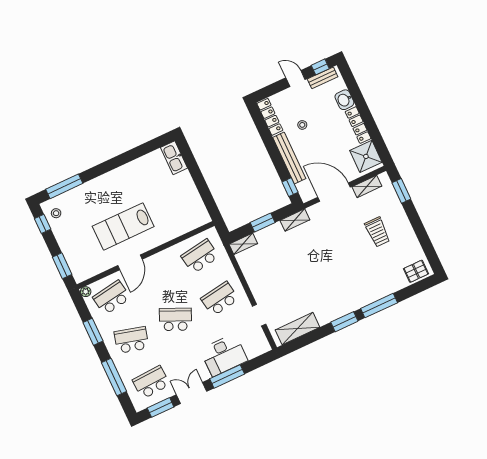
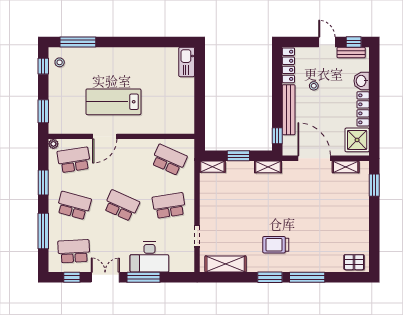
trolley: (377, 232) -> (276, 245), moved, turned 90
school desk: (200, 256) -> (169, 160), turned 33
window: (161, 407) -> (72, 277), width x0.67

